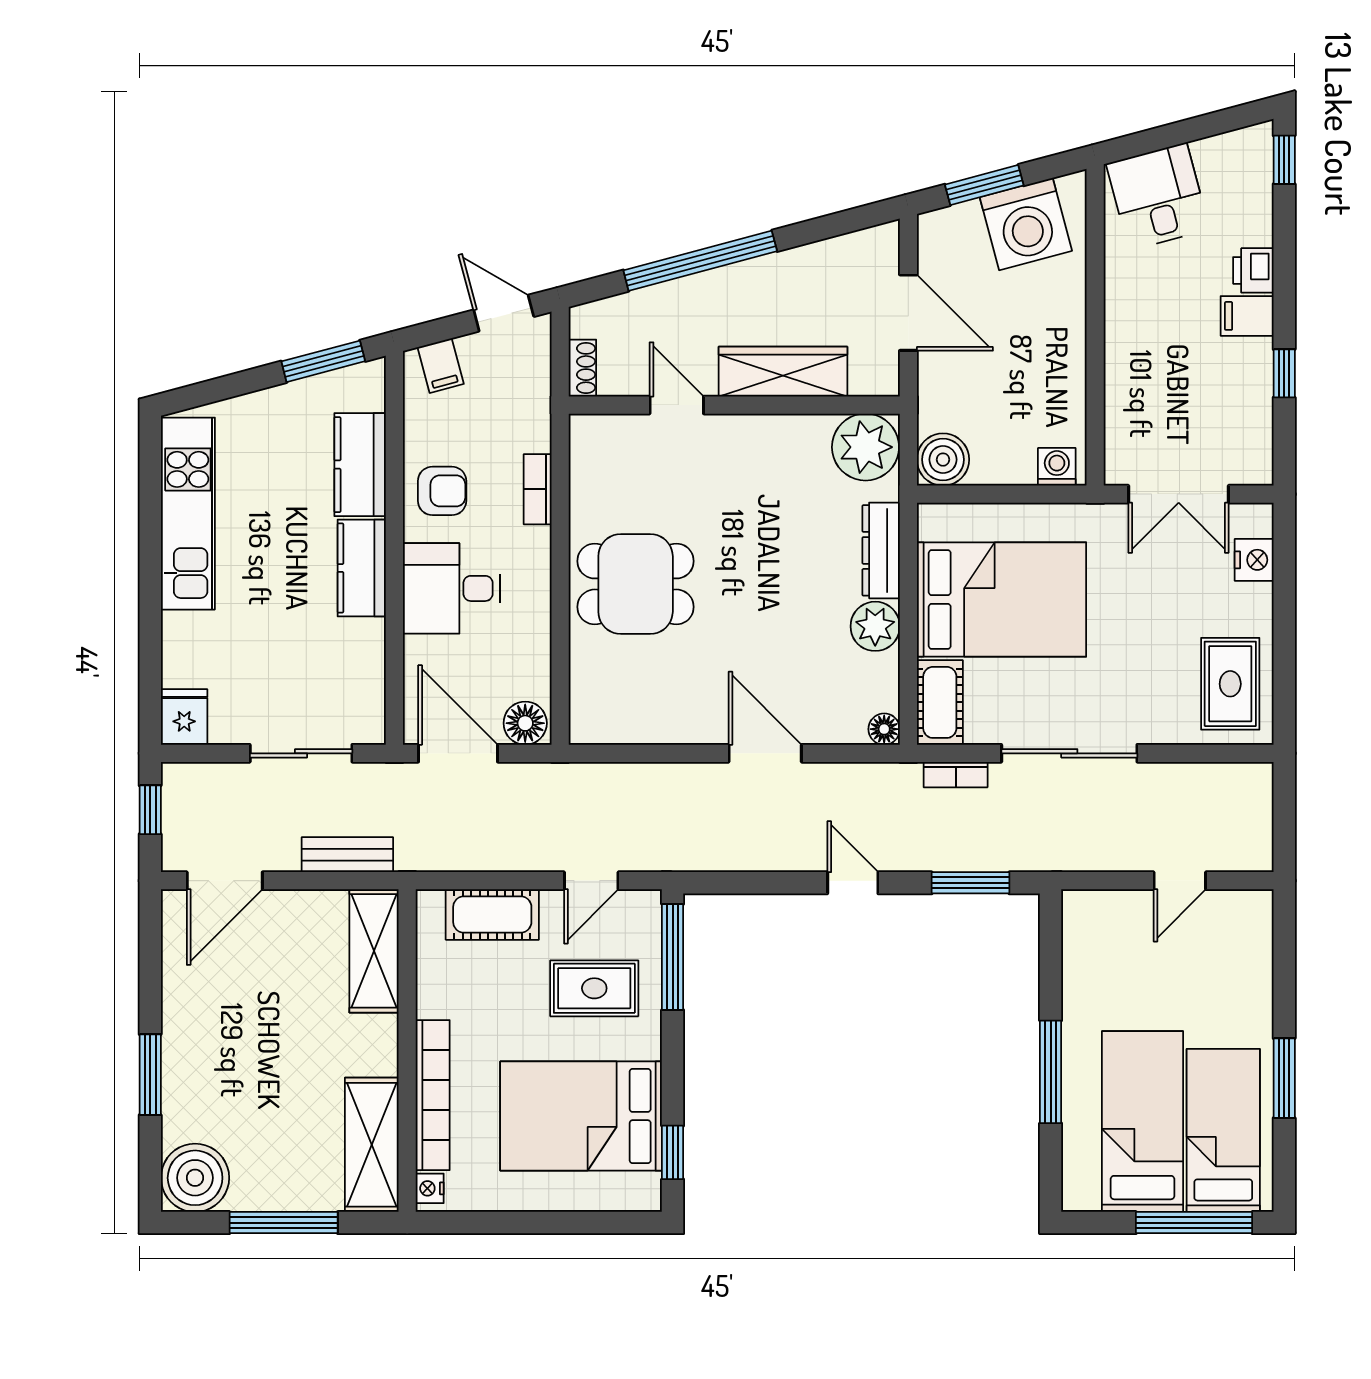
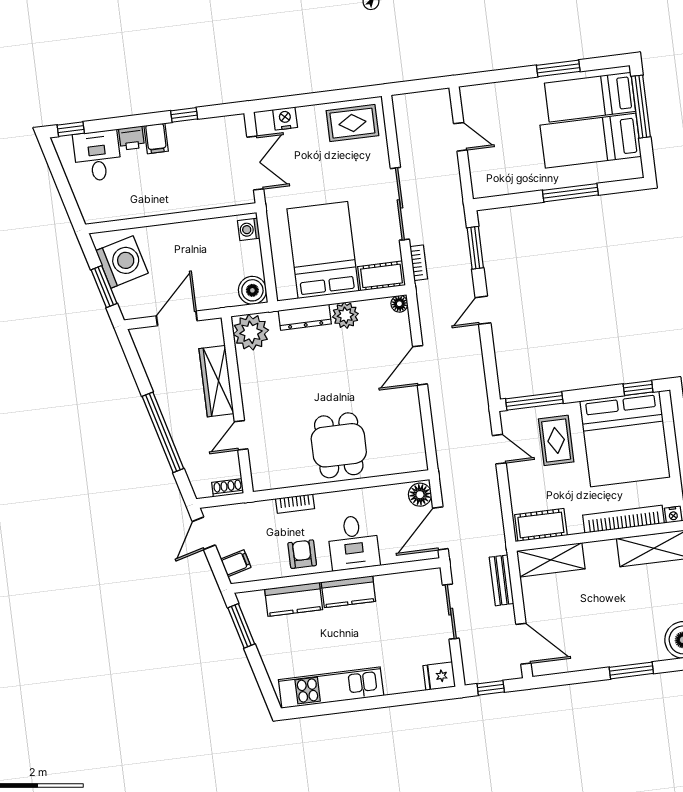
desk: (1158, 196) -> (97, 156), moved, turned 105
cot: (492, 914) -> (541, 525), moved, turned 90
bed: (581, 1116) -> (625, 439), width x1.36

